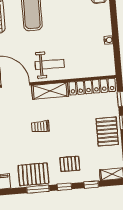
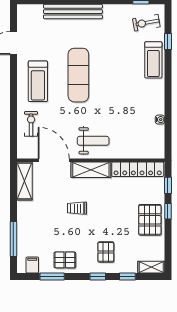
pallet: (70, 164) -> (106, 252), turned 90
pallet: (33, 174) -> (65, 260), width x0.67, depth x0.71
window: (38, 189) -> (52, 277), moved

